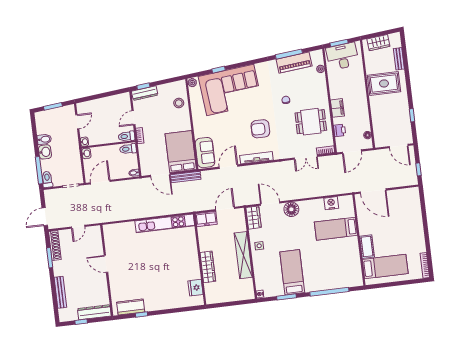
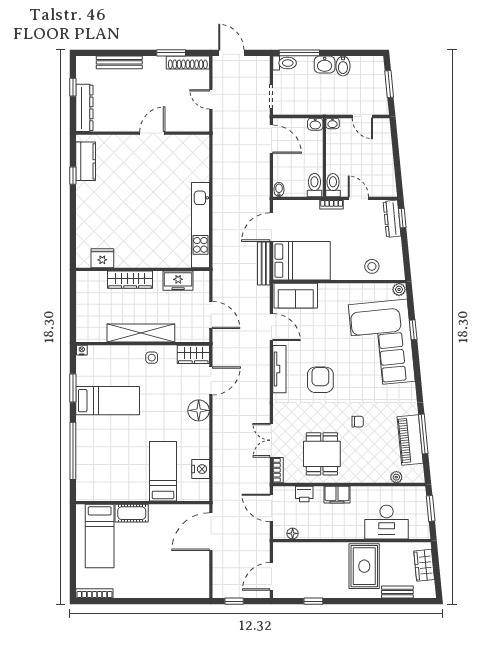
desk: (342, 56) -> (387, 522), moved, turned 96
freezer: (206, 219) -> (178, 281), moved, turned -90

